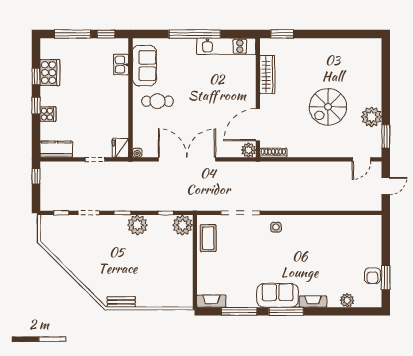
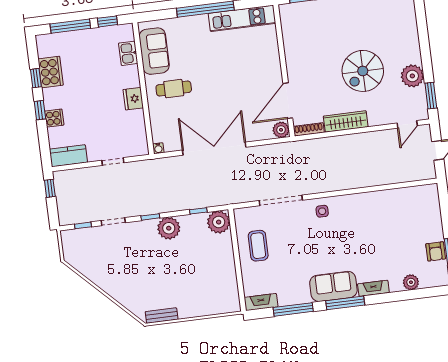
wardrobe: (267, 75) -> (346, 121), moved, turned -90
fridge: (120, 148) -> (133, 99), moved
coffee table: (208, 238) -> (258, 246), moved

